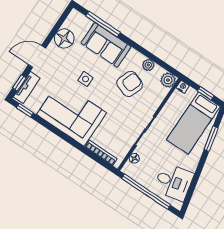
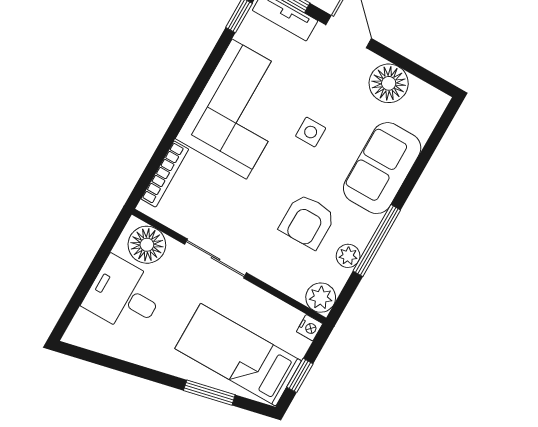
window: (103, 24) -> (377, 240), moved
armchair: (130, 84) -> (307, 221), turned 70
floor lamp: (134, 158) -> (147, 245), width x1.89, depth x1.89
desk: (174, 182) -> (124, 295), moved, turned 103
window: (146, 192) -> (94, 270), removed

